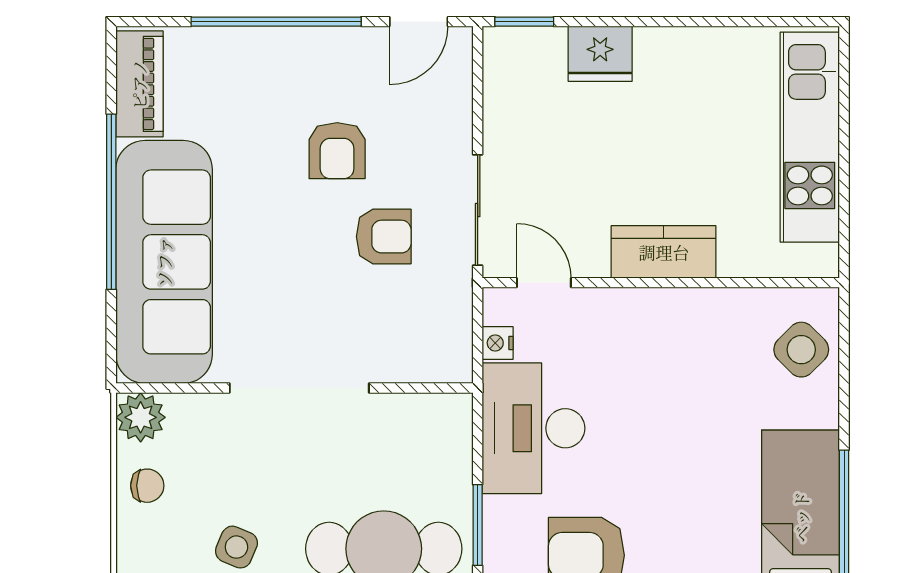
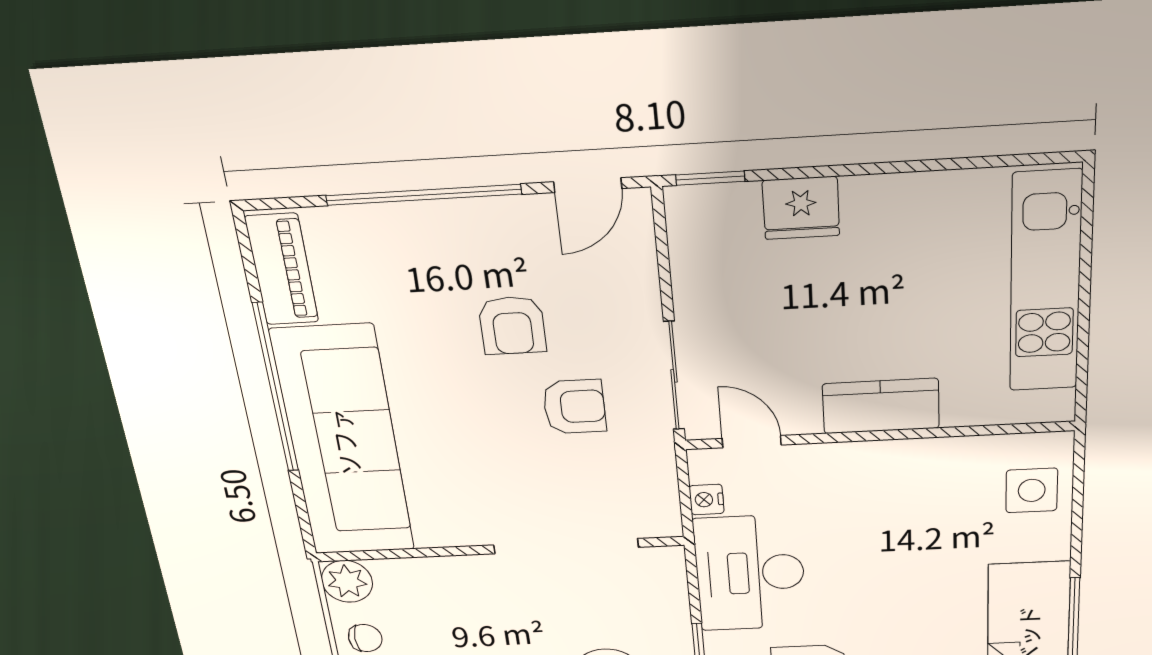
side table: (801, 350) -> (1032, 490), turned 45
doorway: (299, 388) -> (566, 546), moved

